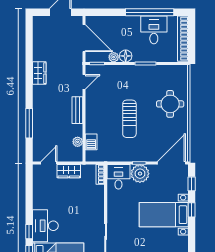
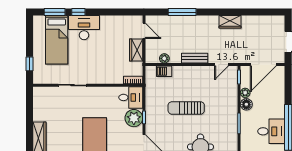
door: (84, 82) -> (222, 65), hinge flipped

